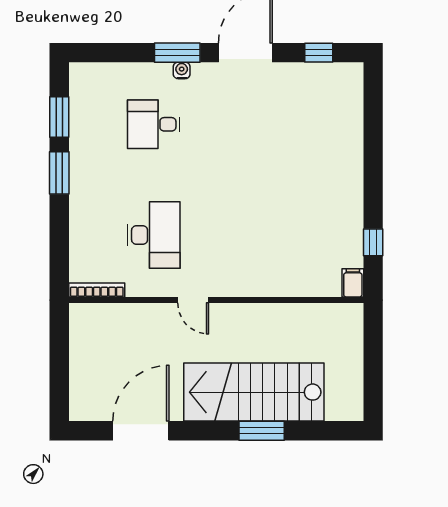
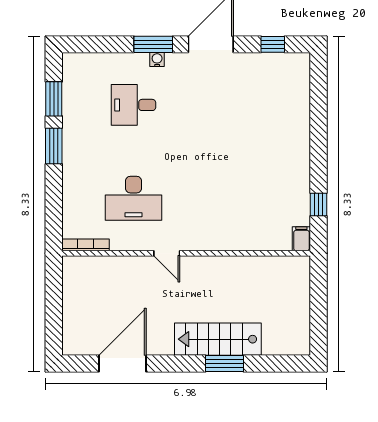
desk: (154, 235) -> (133, 198), turned 90
stairs: (254, 392) -> (218, 339), width x0.73, depth x0.66

